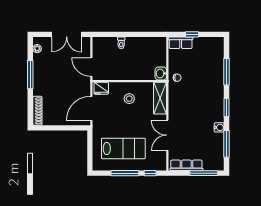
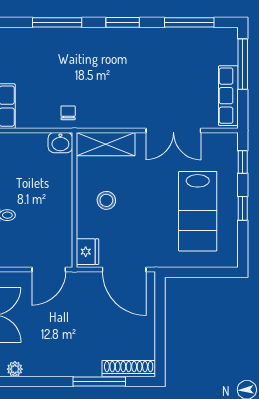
window: (30, 75) -> (99, 381), moved
water cooler: (219, 127) -> (159, 36), removed
lab bench: (123, 148) -> (198, 211), turned 180
window: (125, 173) -> (243, 208), width x0.46

